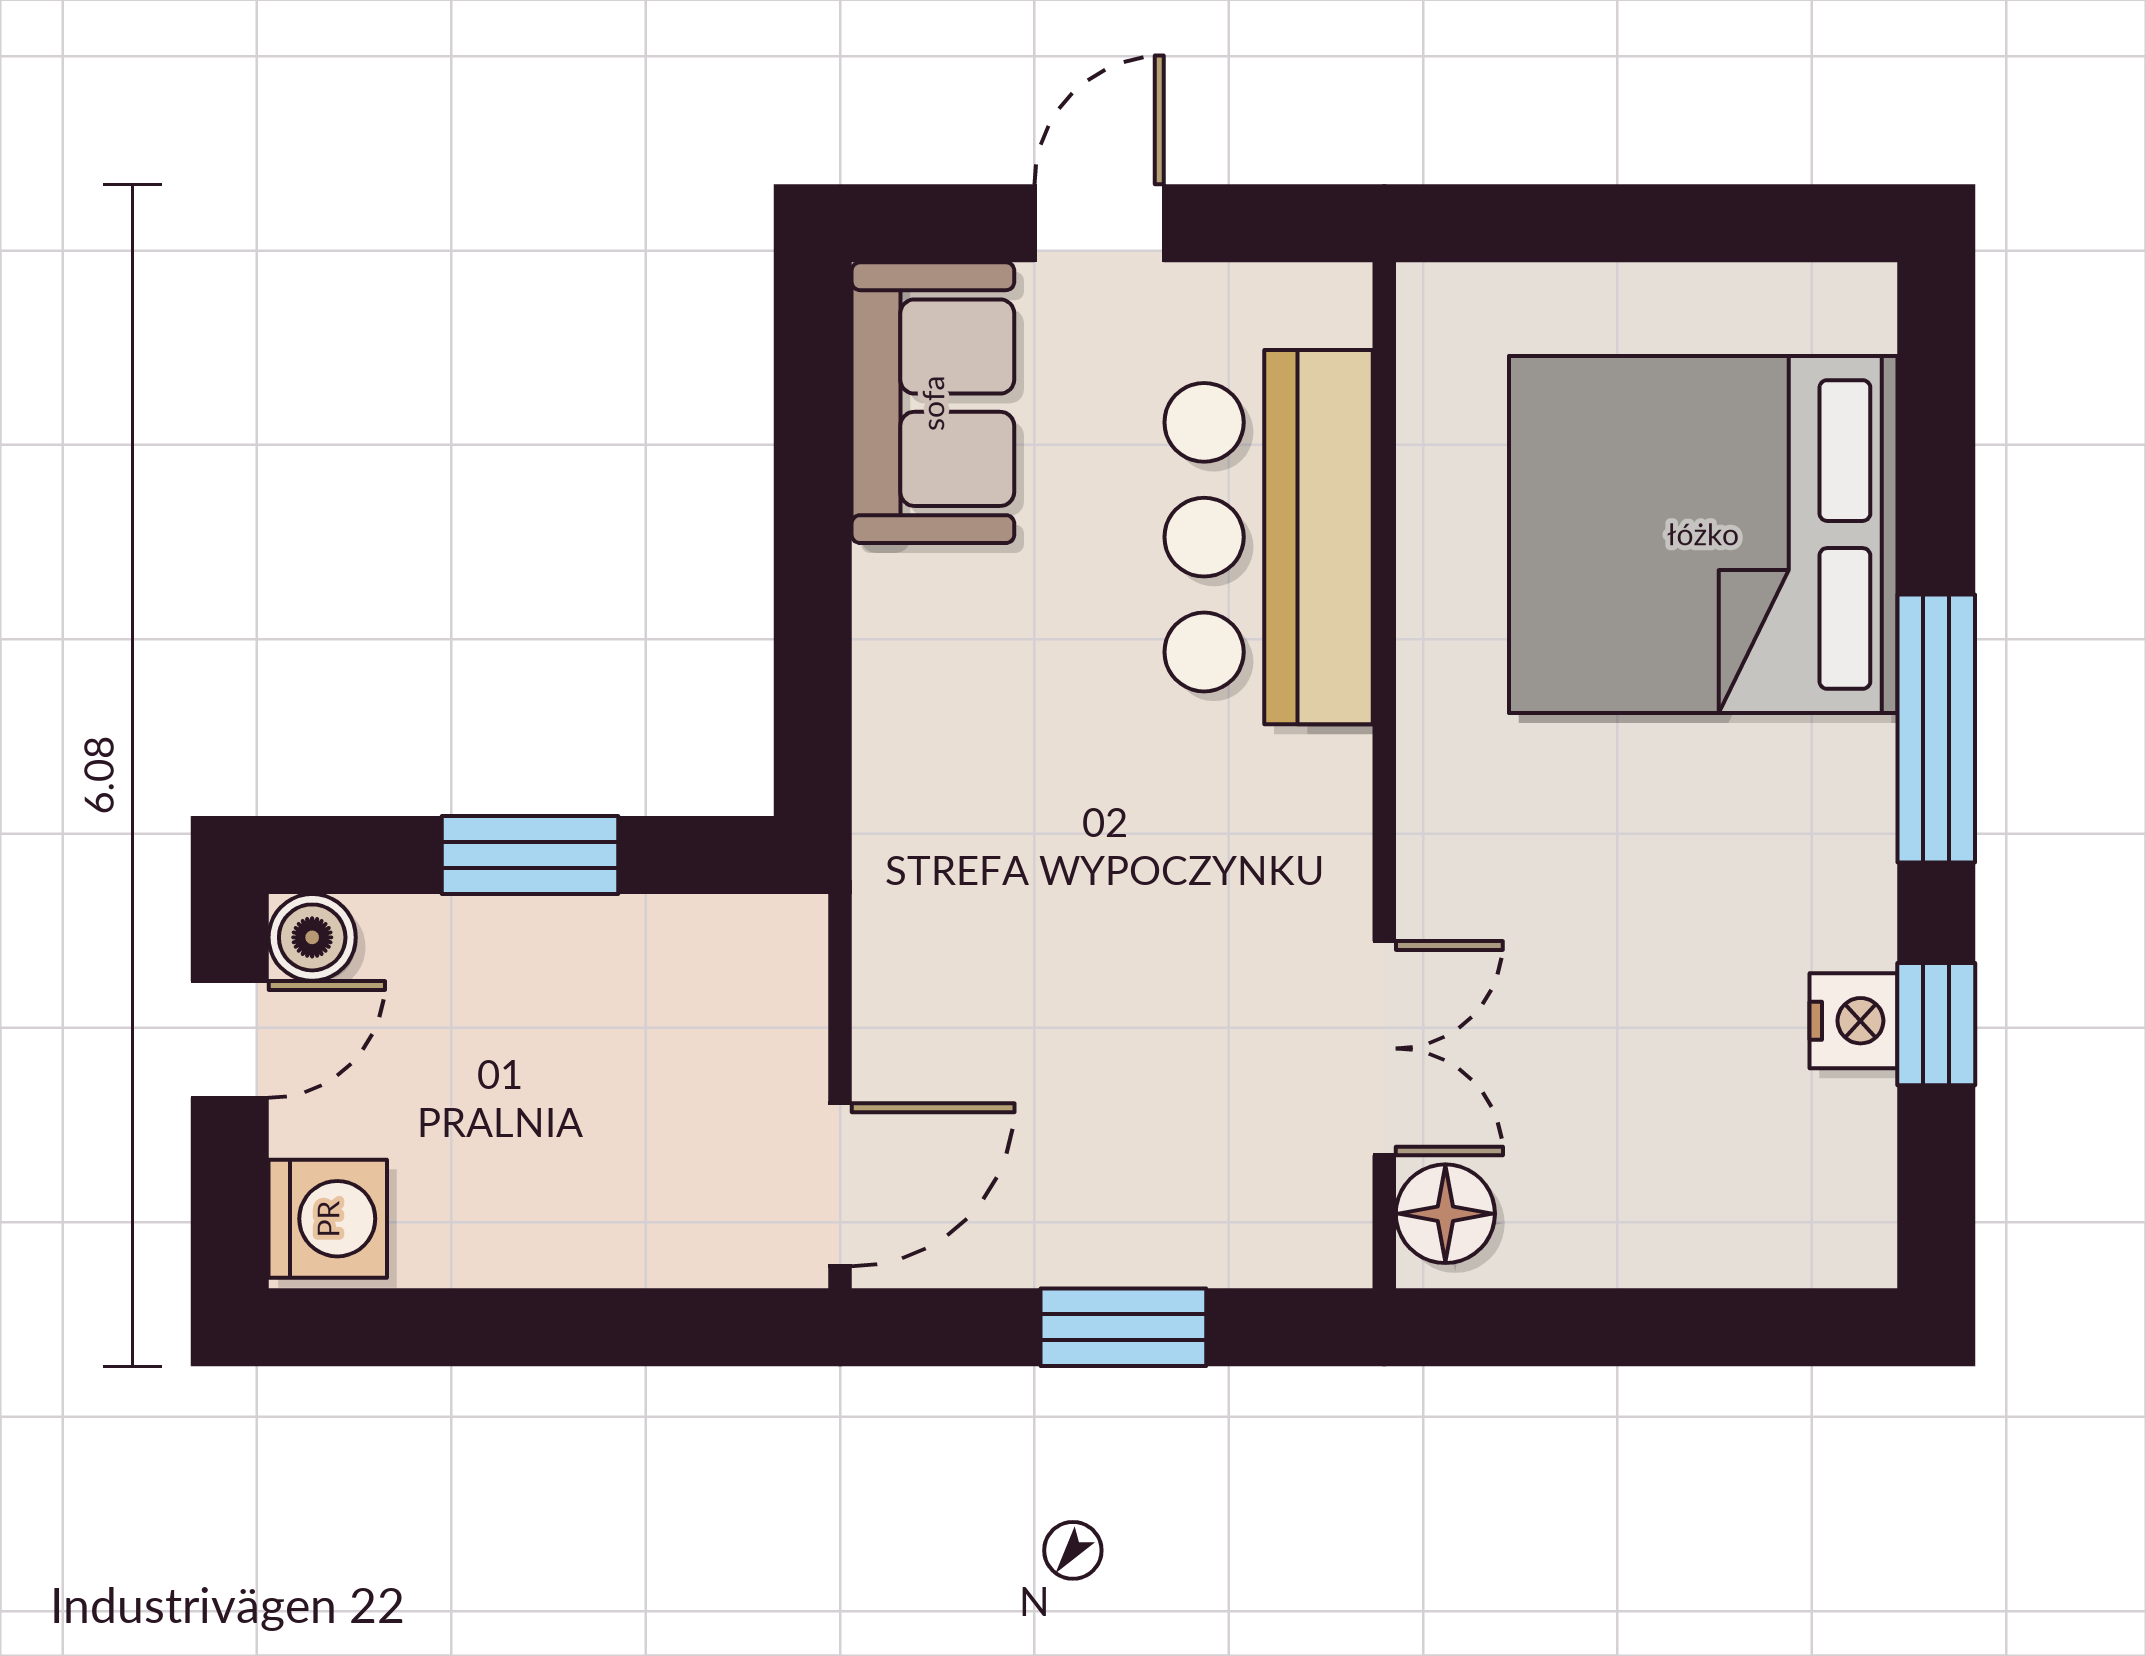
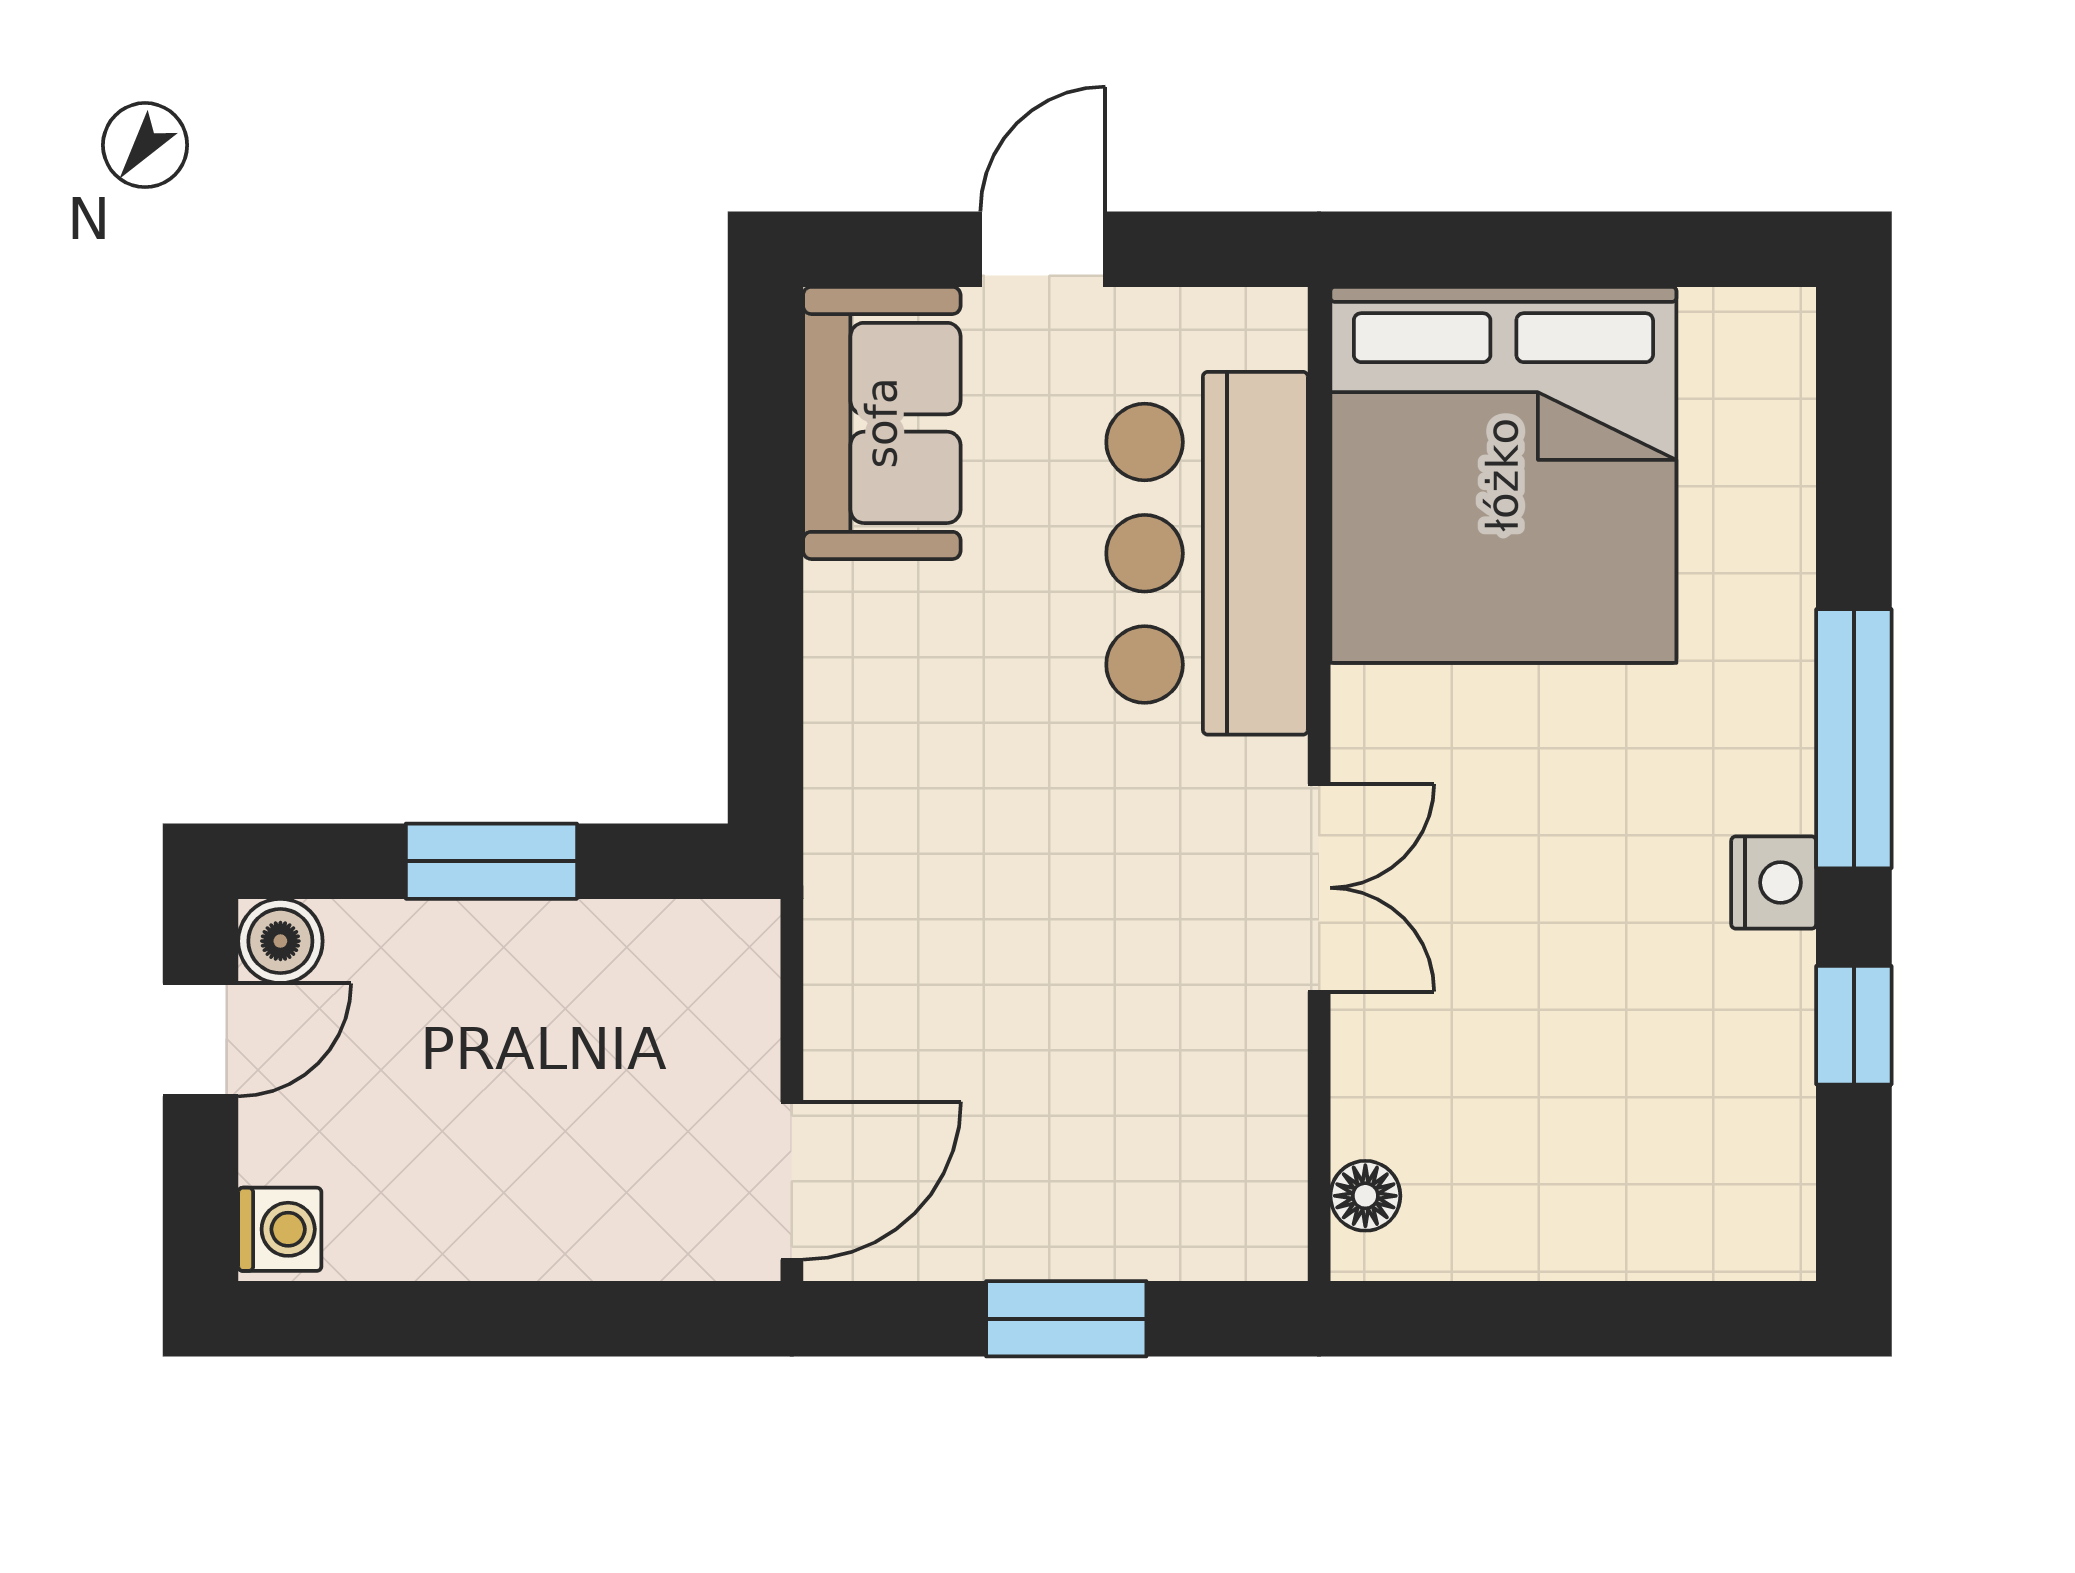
bed: (1703, 534) -> (1503, 475), moved, turned -90
nightstand: (1853, 1021) -> (1774, 883), moved
double door: (1384, 1048) -> (1319, 888), moved
floor lamp: (1445, 1214) -> (1365, 1196), width x0.73, depth x0.73
washing machine: (328, 1219) -> (280, 1229), width x0.73, depth x0.73

